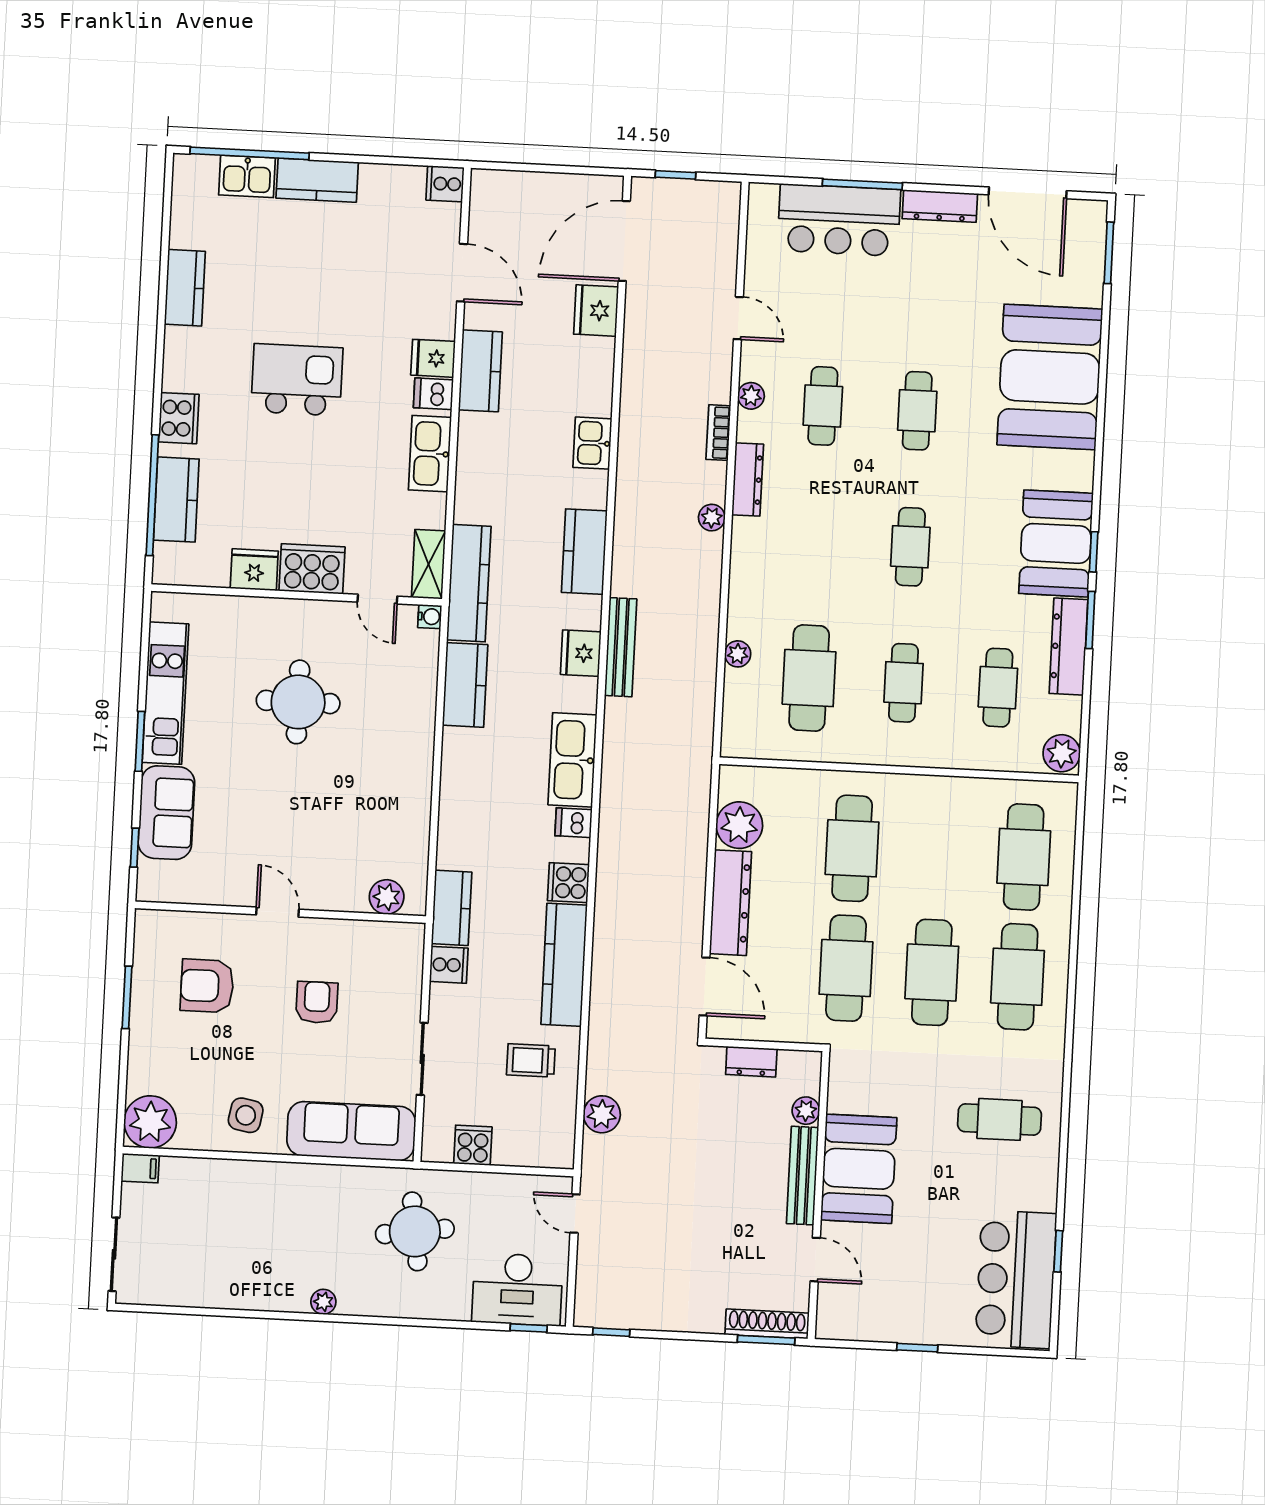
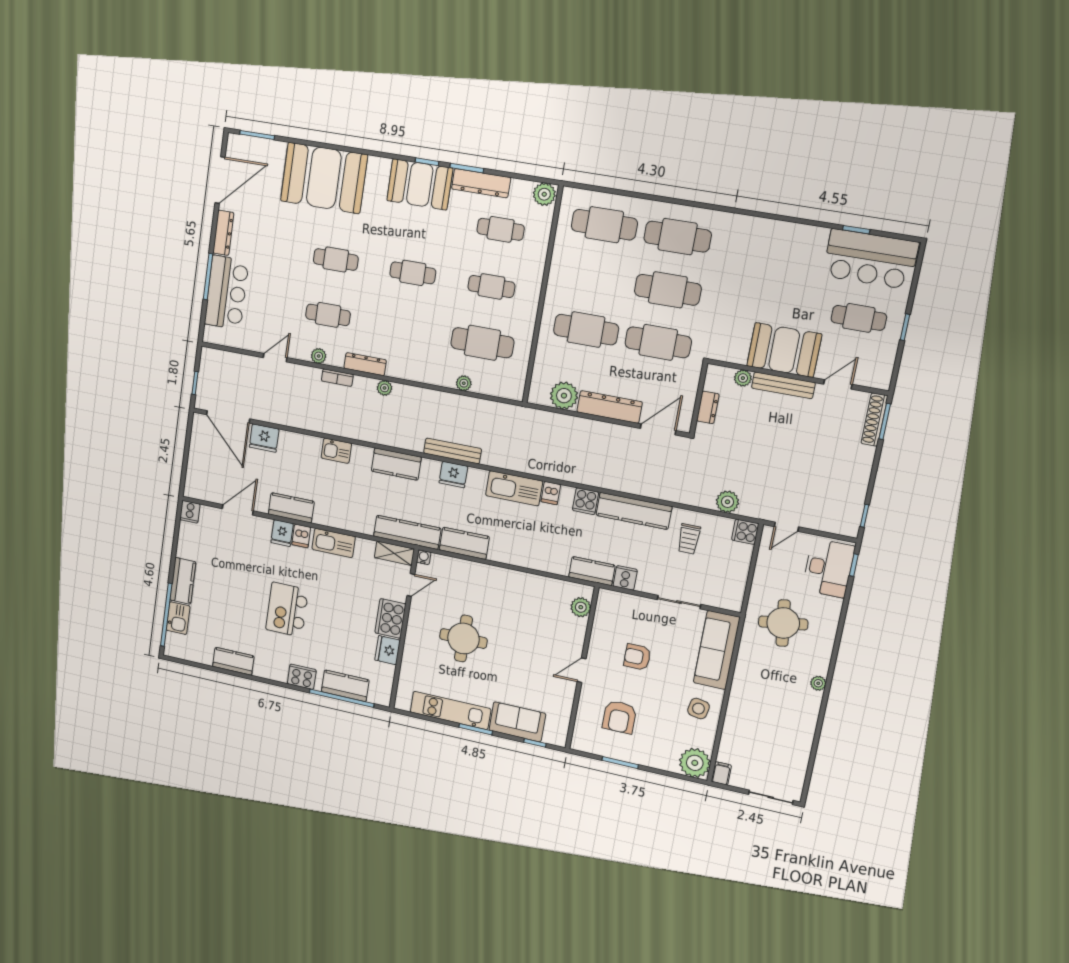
cafe table: (1000, 1119) -> (859, 318), moved, turned 90
cooker: (473, 1145) -> (745, 532), moved

